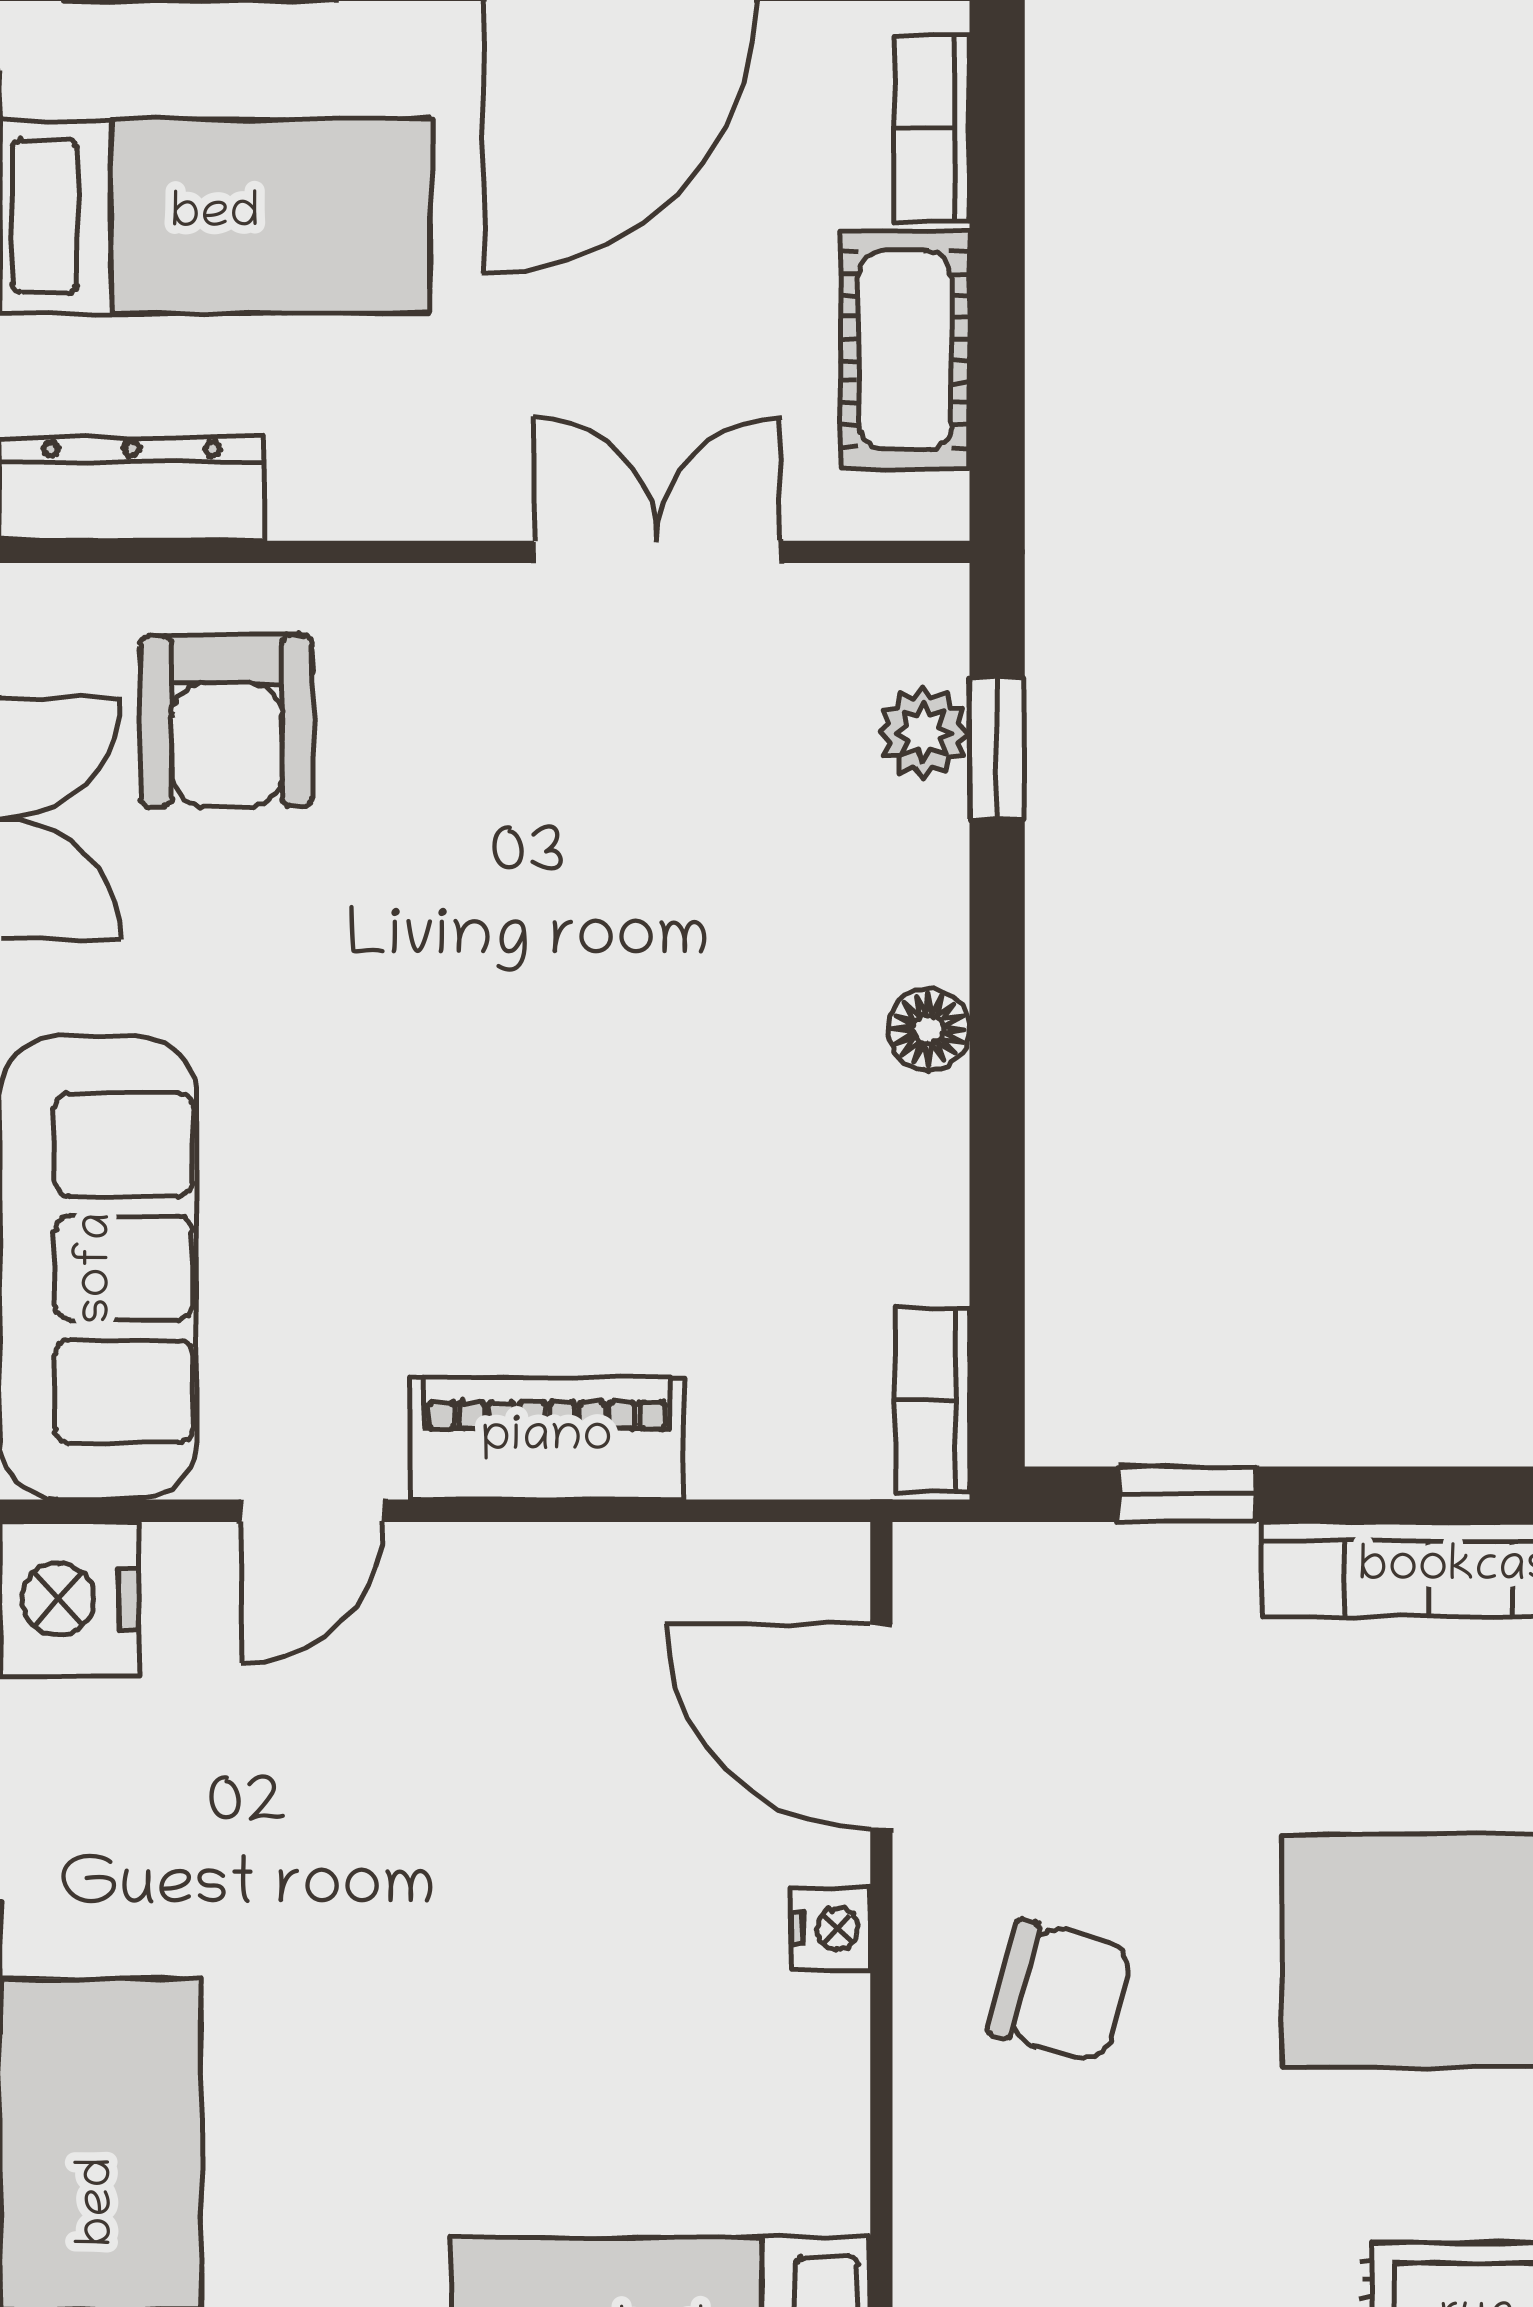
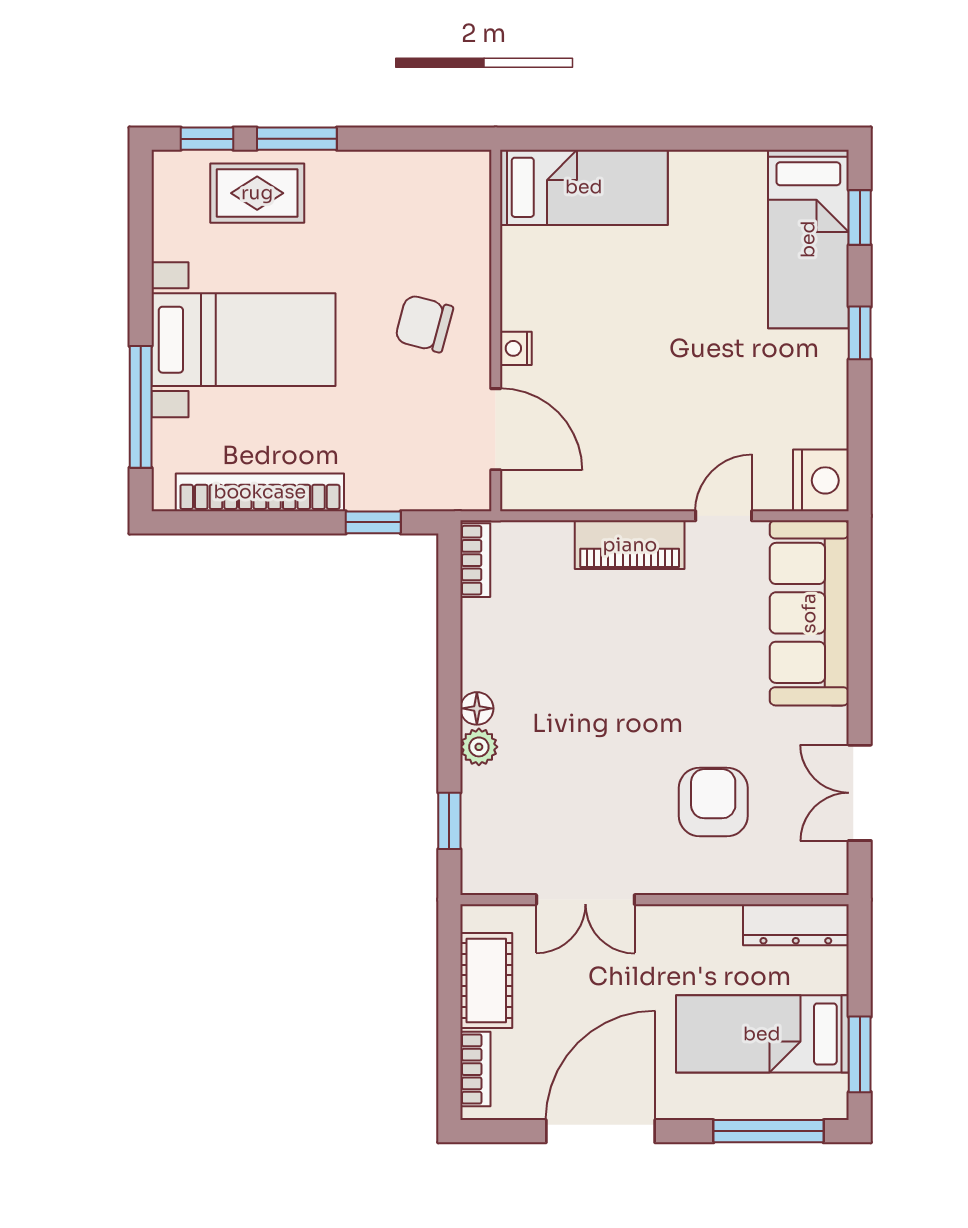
armchair: (227, 721) -> (713, 802), moved
plant: (923, 733) -> (479, 747), moved

